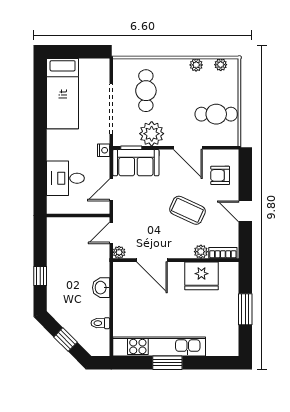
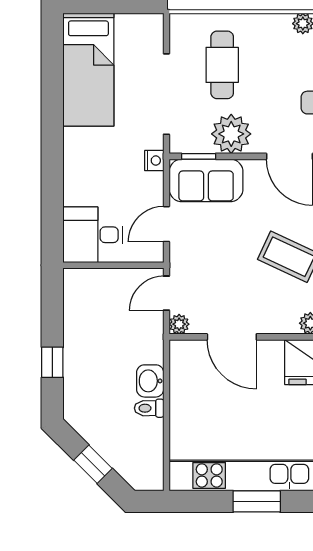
desk: (65, 178) -> (93, 235), moved
toilet: (100, 323) -> (149, 408), moved

